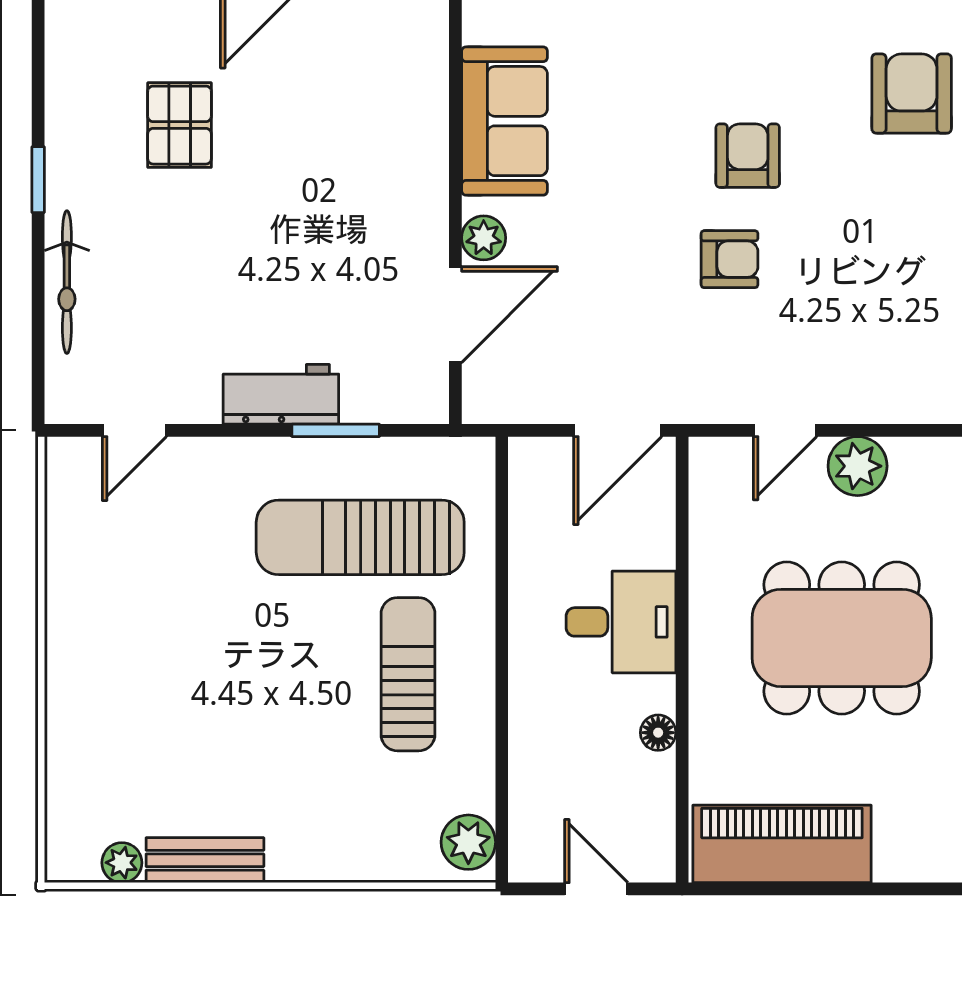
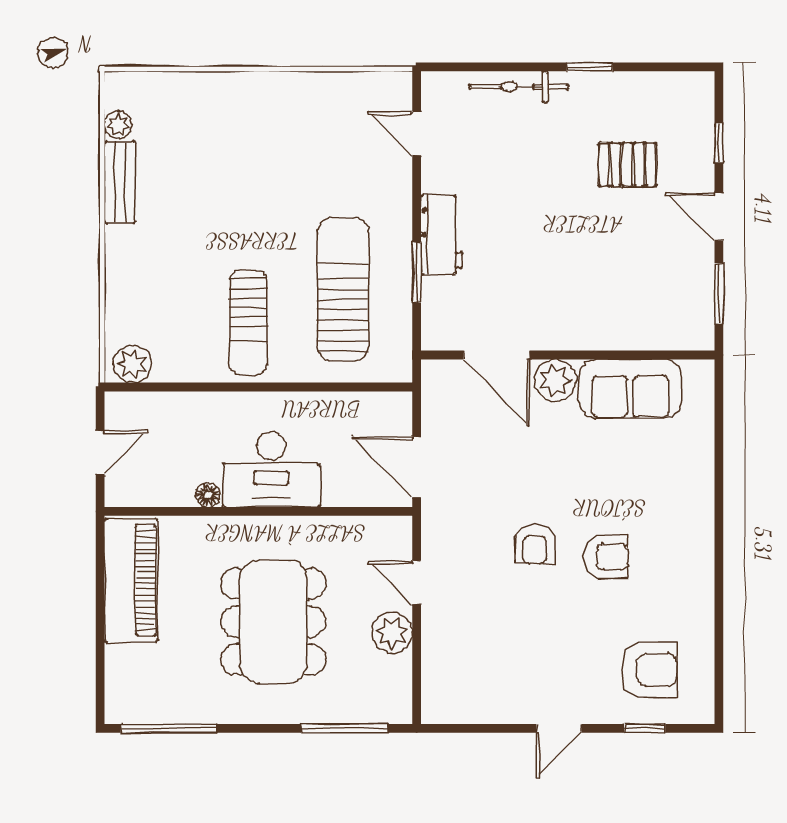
plant: (484, 238) -> (555, 380), width x1.38, depth x1.38
desk: (621, 622) -> (271, 469), width x1.37
sun lounger: (408, 674) -> (248, 322), turned 90

